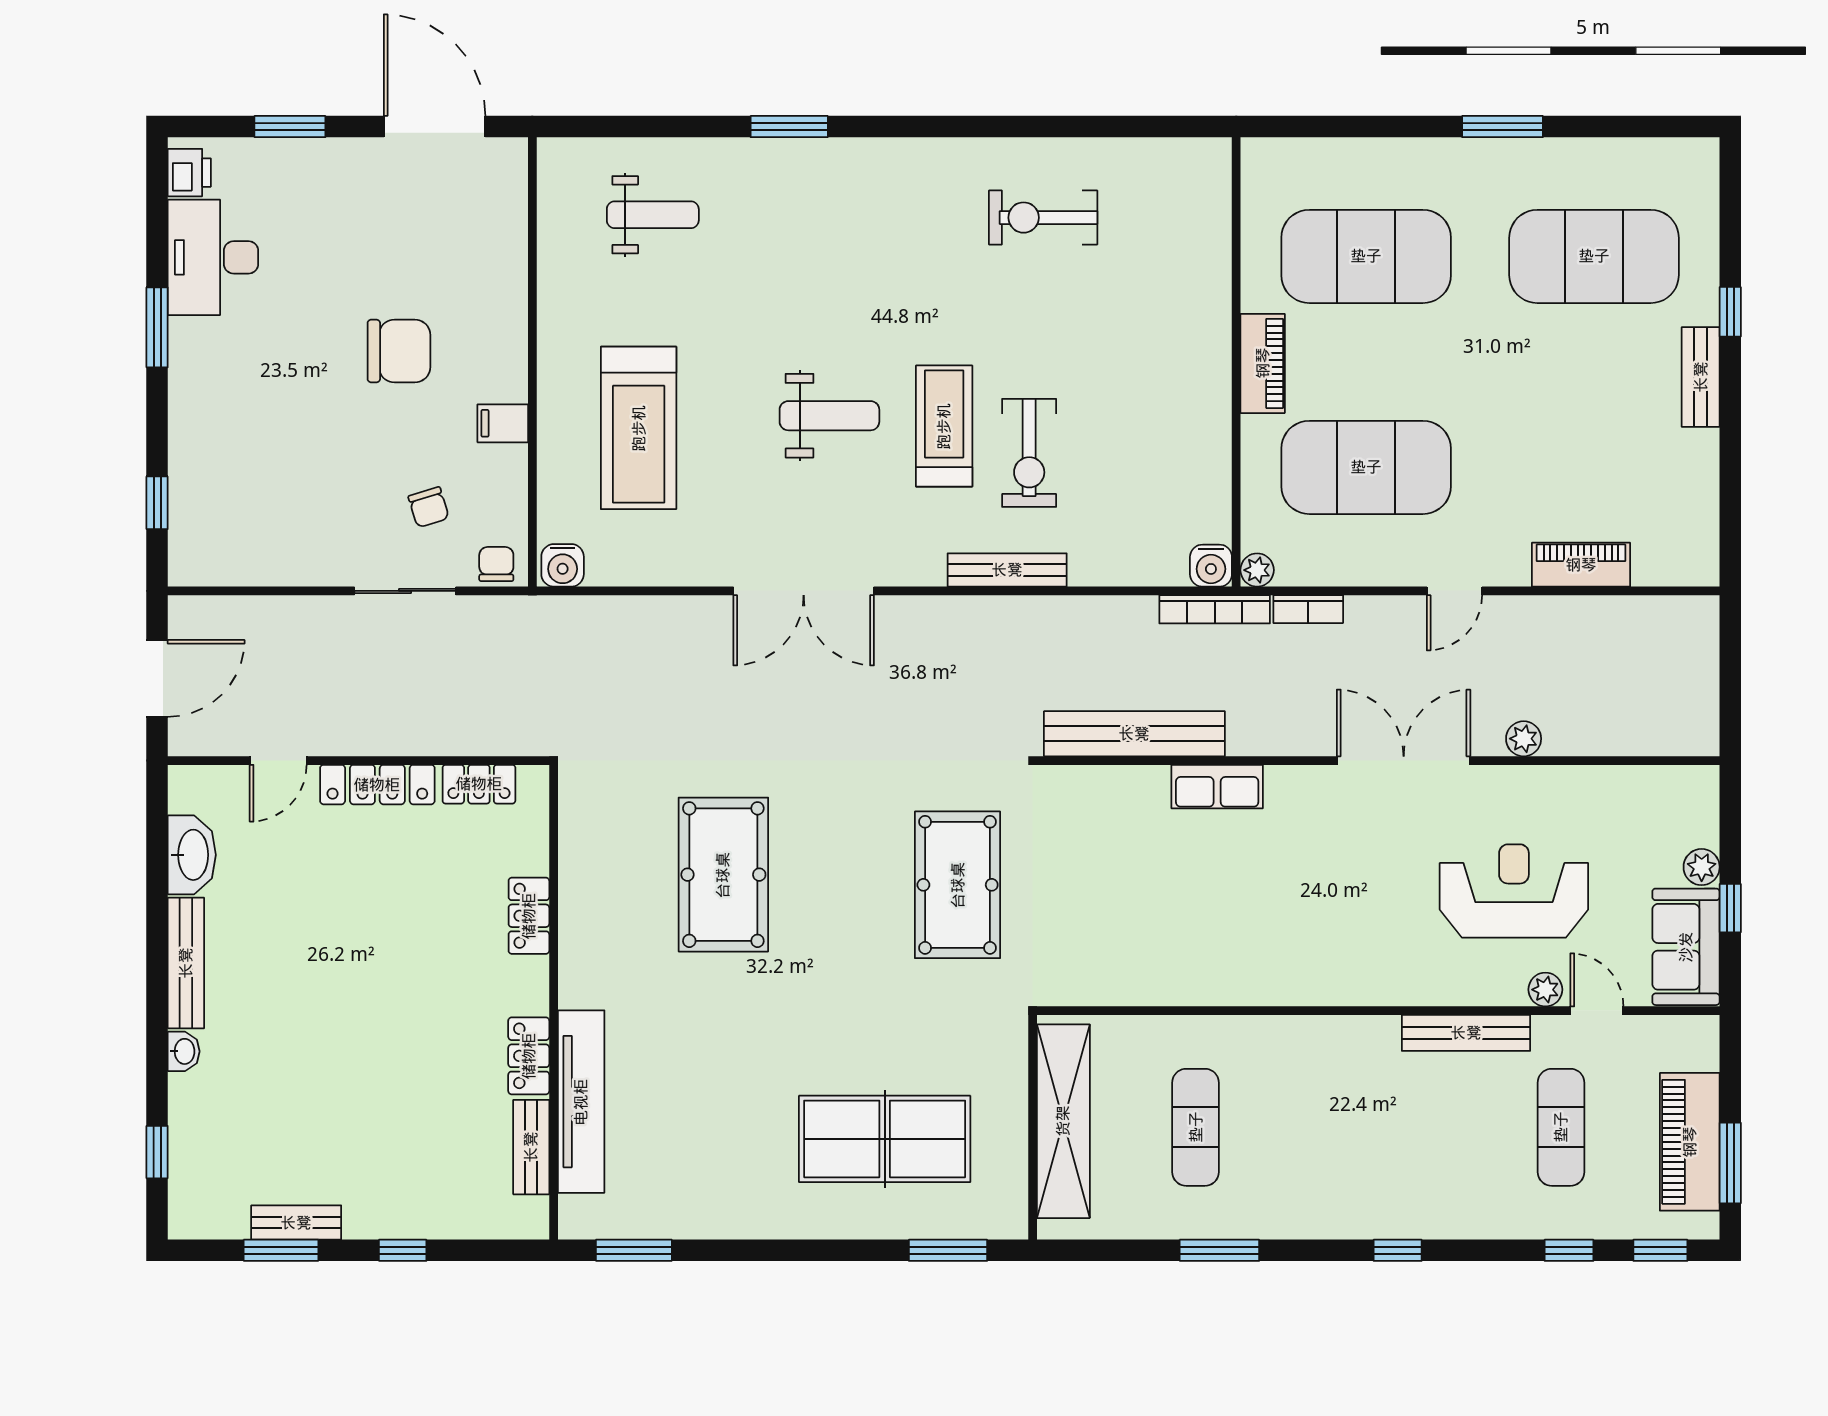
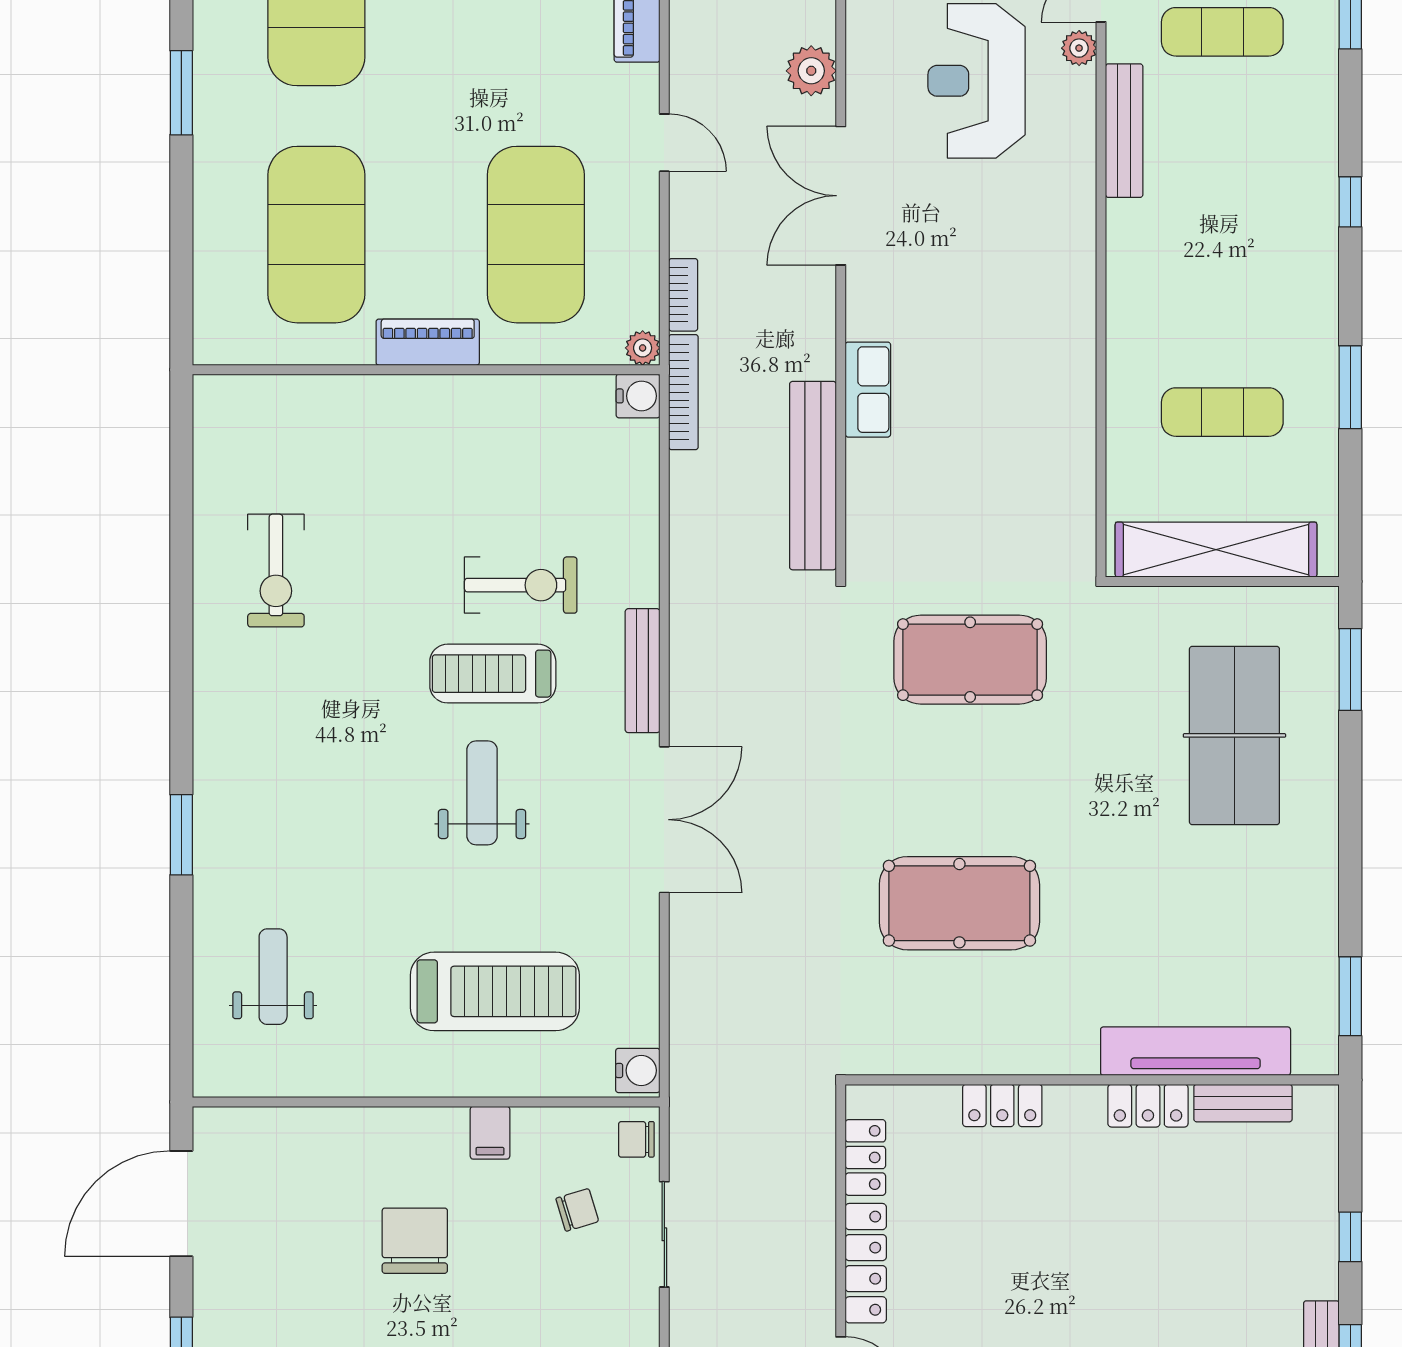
bench: (1007, 570) -> (643, 671), moved
plant: (1524, 739) -> (811, 71), width x1.38, depth x1.38

